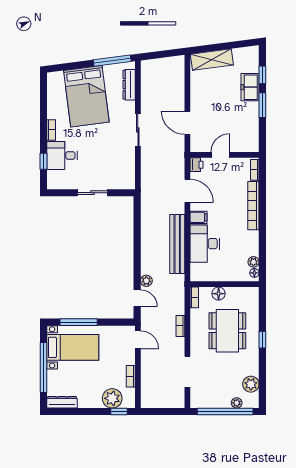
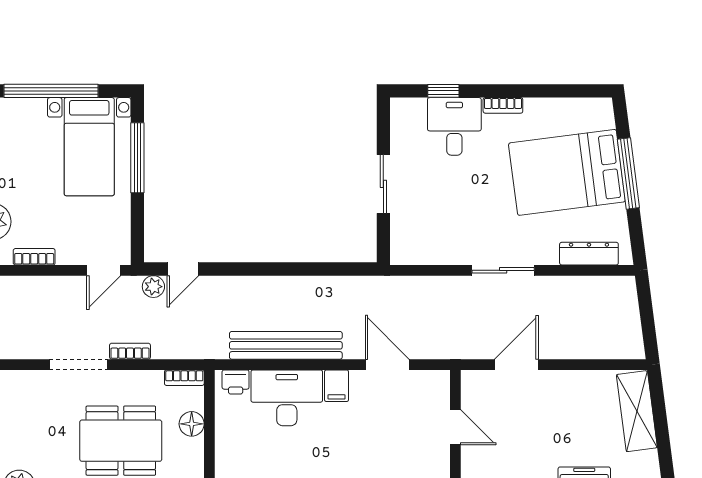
window: (112, 61) -> (628, 173), moved
printer: (196, 165) -> (236, 382), moved
door: (187, 191) -> (387, 365), swing flipped
plant: (146, 281) -> (153, 287), moved
doorway: (187, 372) -> (78, 365), moved

